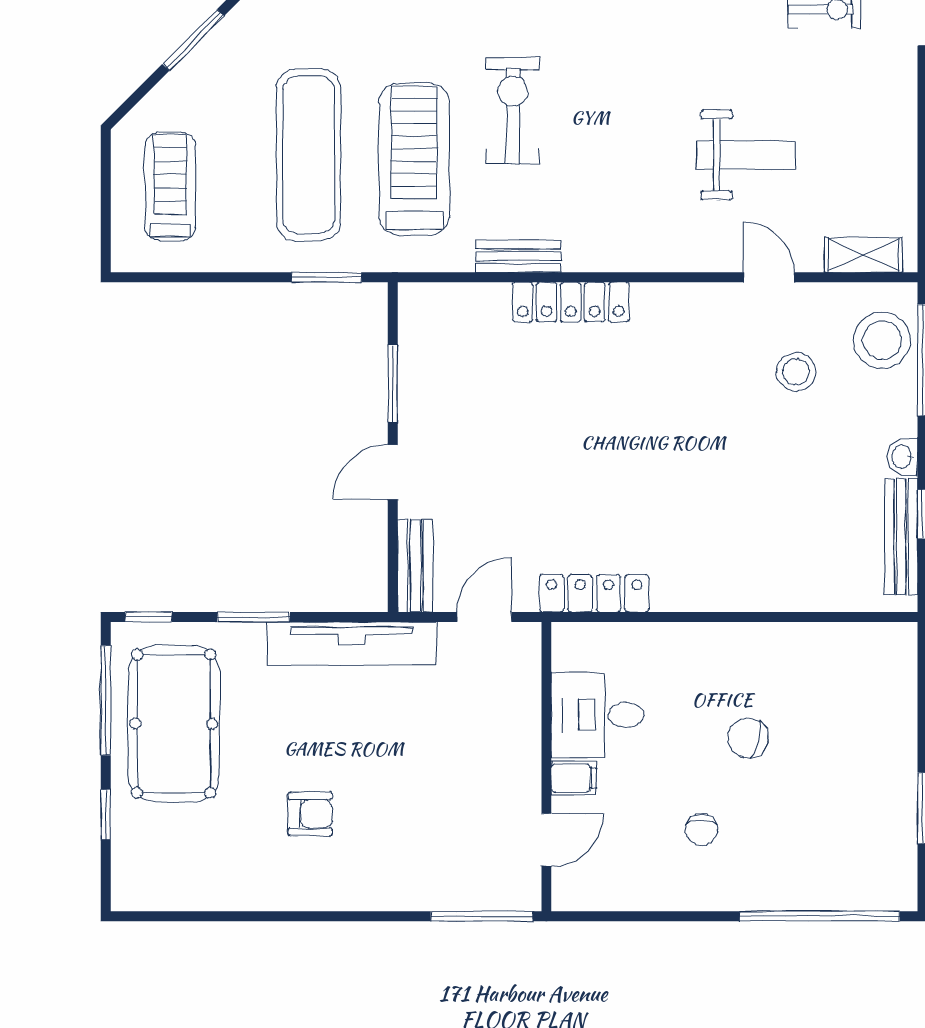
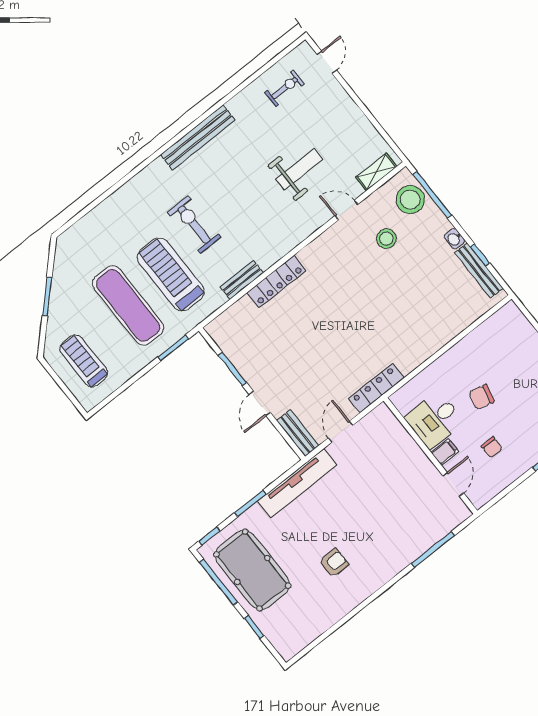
desk: (597, 715) -> (434, 420), moved
wall: (546, 767) -> (431, 456), moved
filing cabinet: (574, 778) -> (445, 452), moved
door: (546, 840) -> (453, 484), moved

